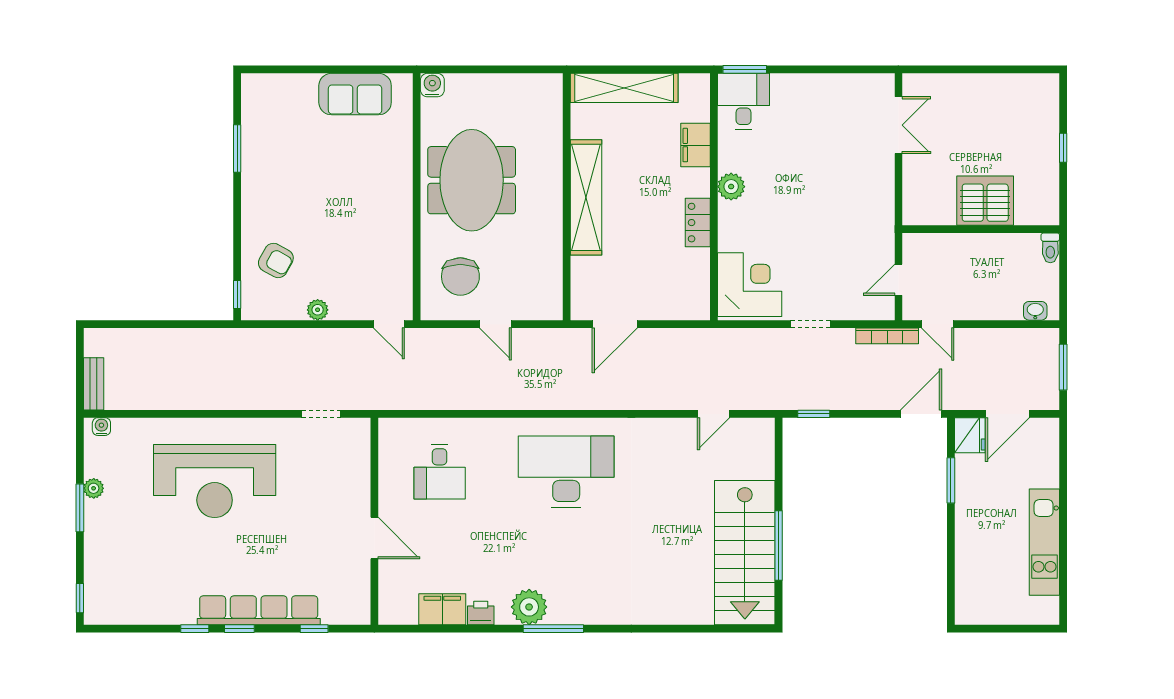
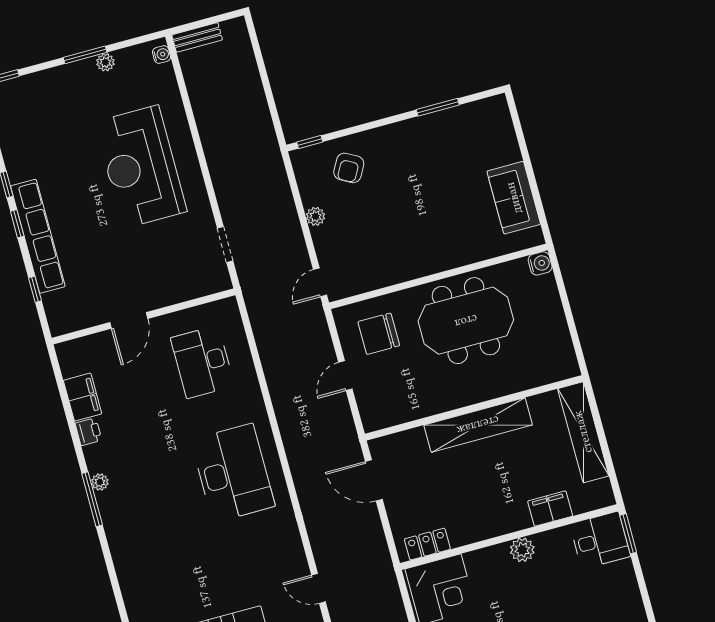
locker: (698, 223) -> (427, 544), moved
desk: (440, 472) -> (203, 362), width x1.37
plant: (529, 607) -> (100, 482), width x0.53, depth x0.53

